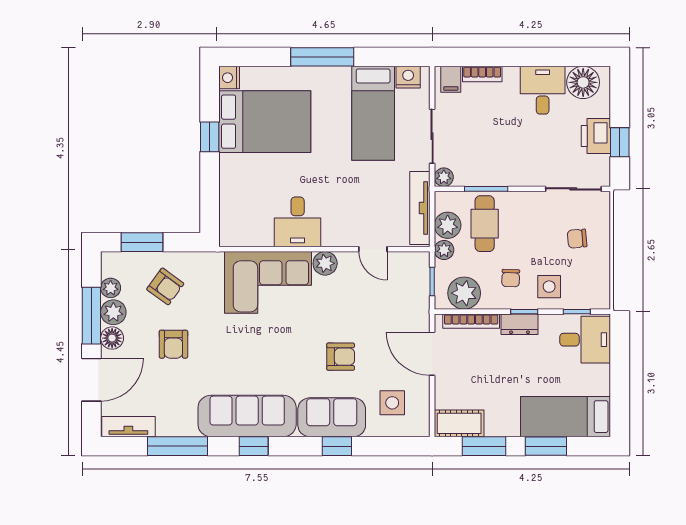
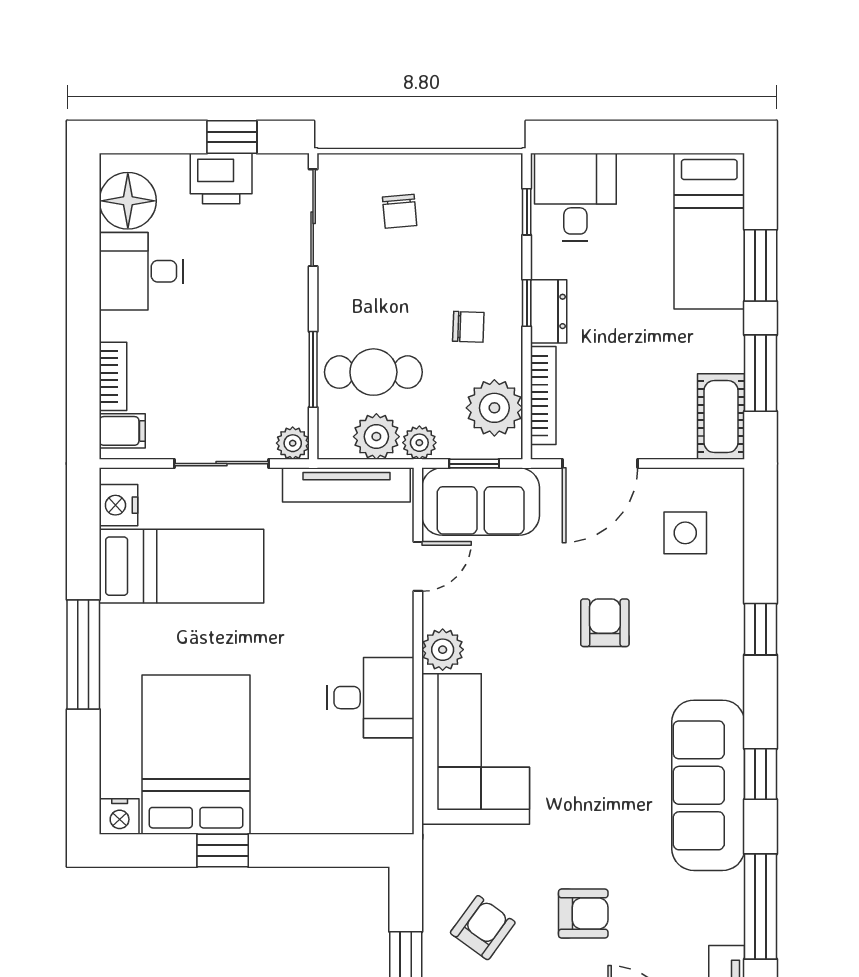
side table: (549, 287) -> (483, 260), removed
sofa: (332, 417) -> (481, 502), moved, turned -90

